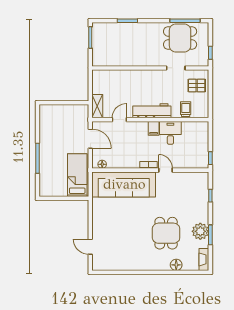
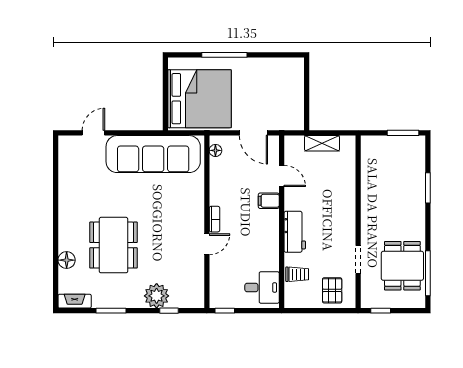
shelving: (97, 106) -> (322, 143), moved
workbench: (152, 111) -> (295, 232), width x0.73
filing cabinet: (154, 128) -> (269, 201), moved
desk: (170, 133) -> (262, 287), moved
door: (90, 139) -> (253, 133), hinge flipped
bed: (77, 175) -> (199, 99), width x2.04
sofa: (124, 184) -> (153, 154), moved, turned -90
plant: (200, 231) -> (157, 296), moved
dining table: (166, 233) -> (113, 245), width x1.38

